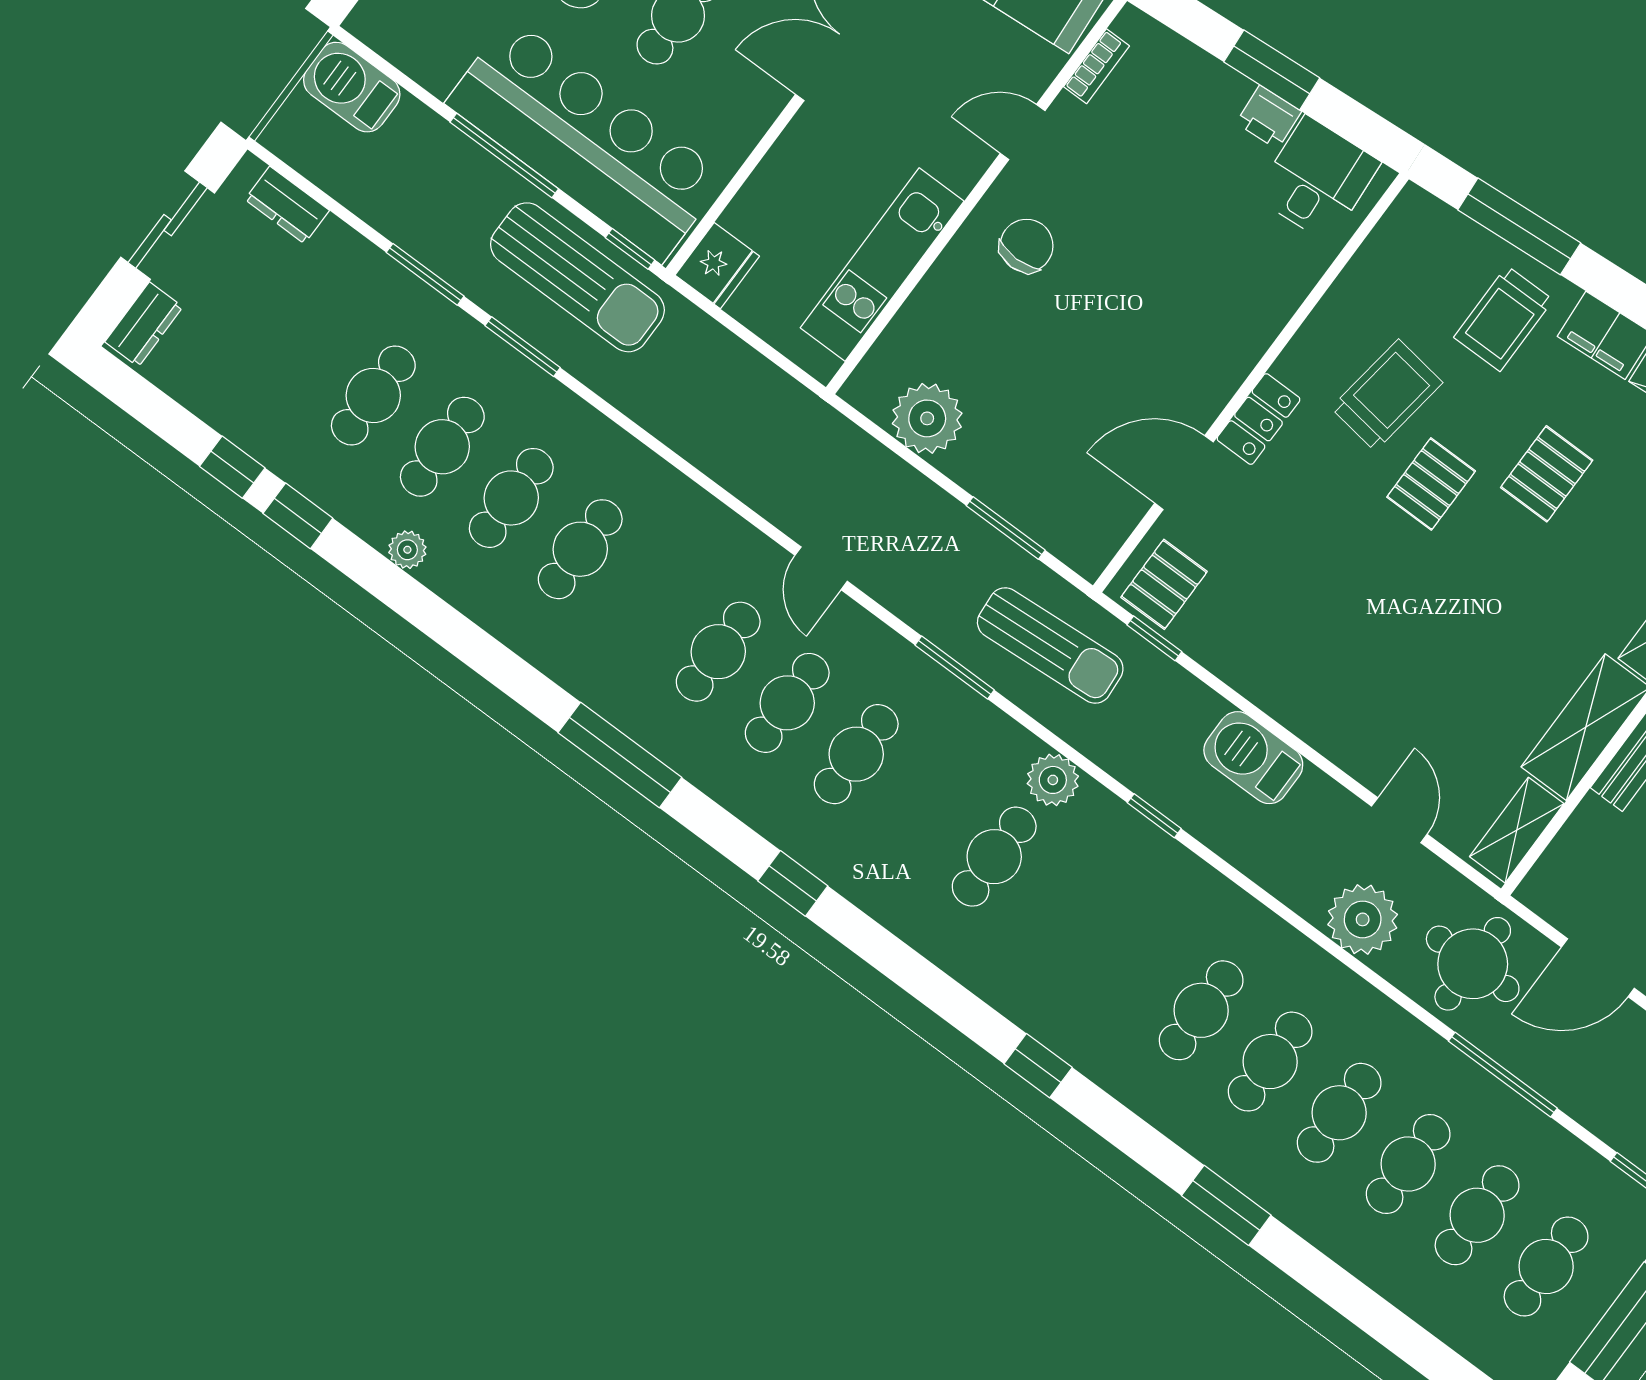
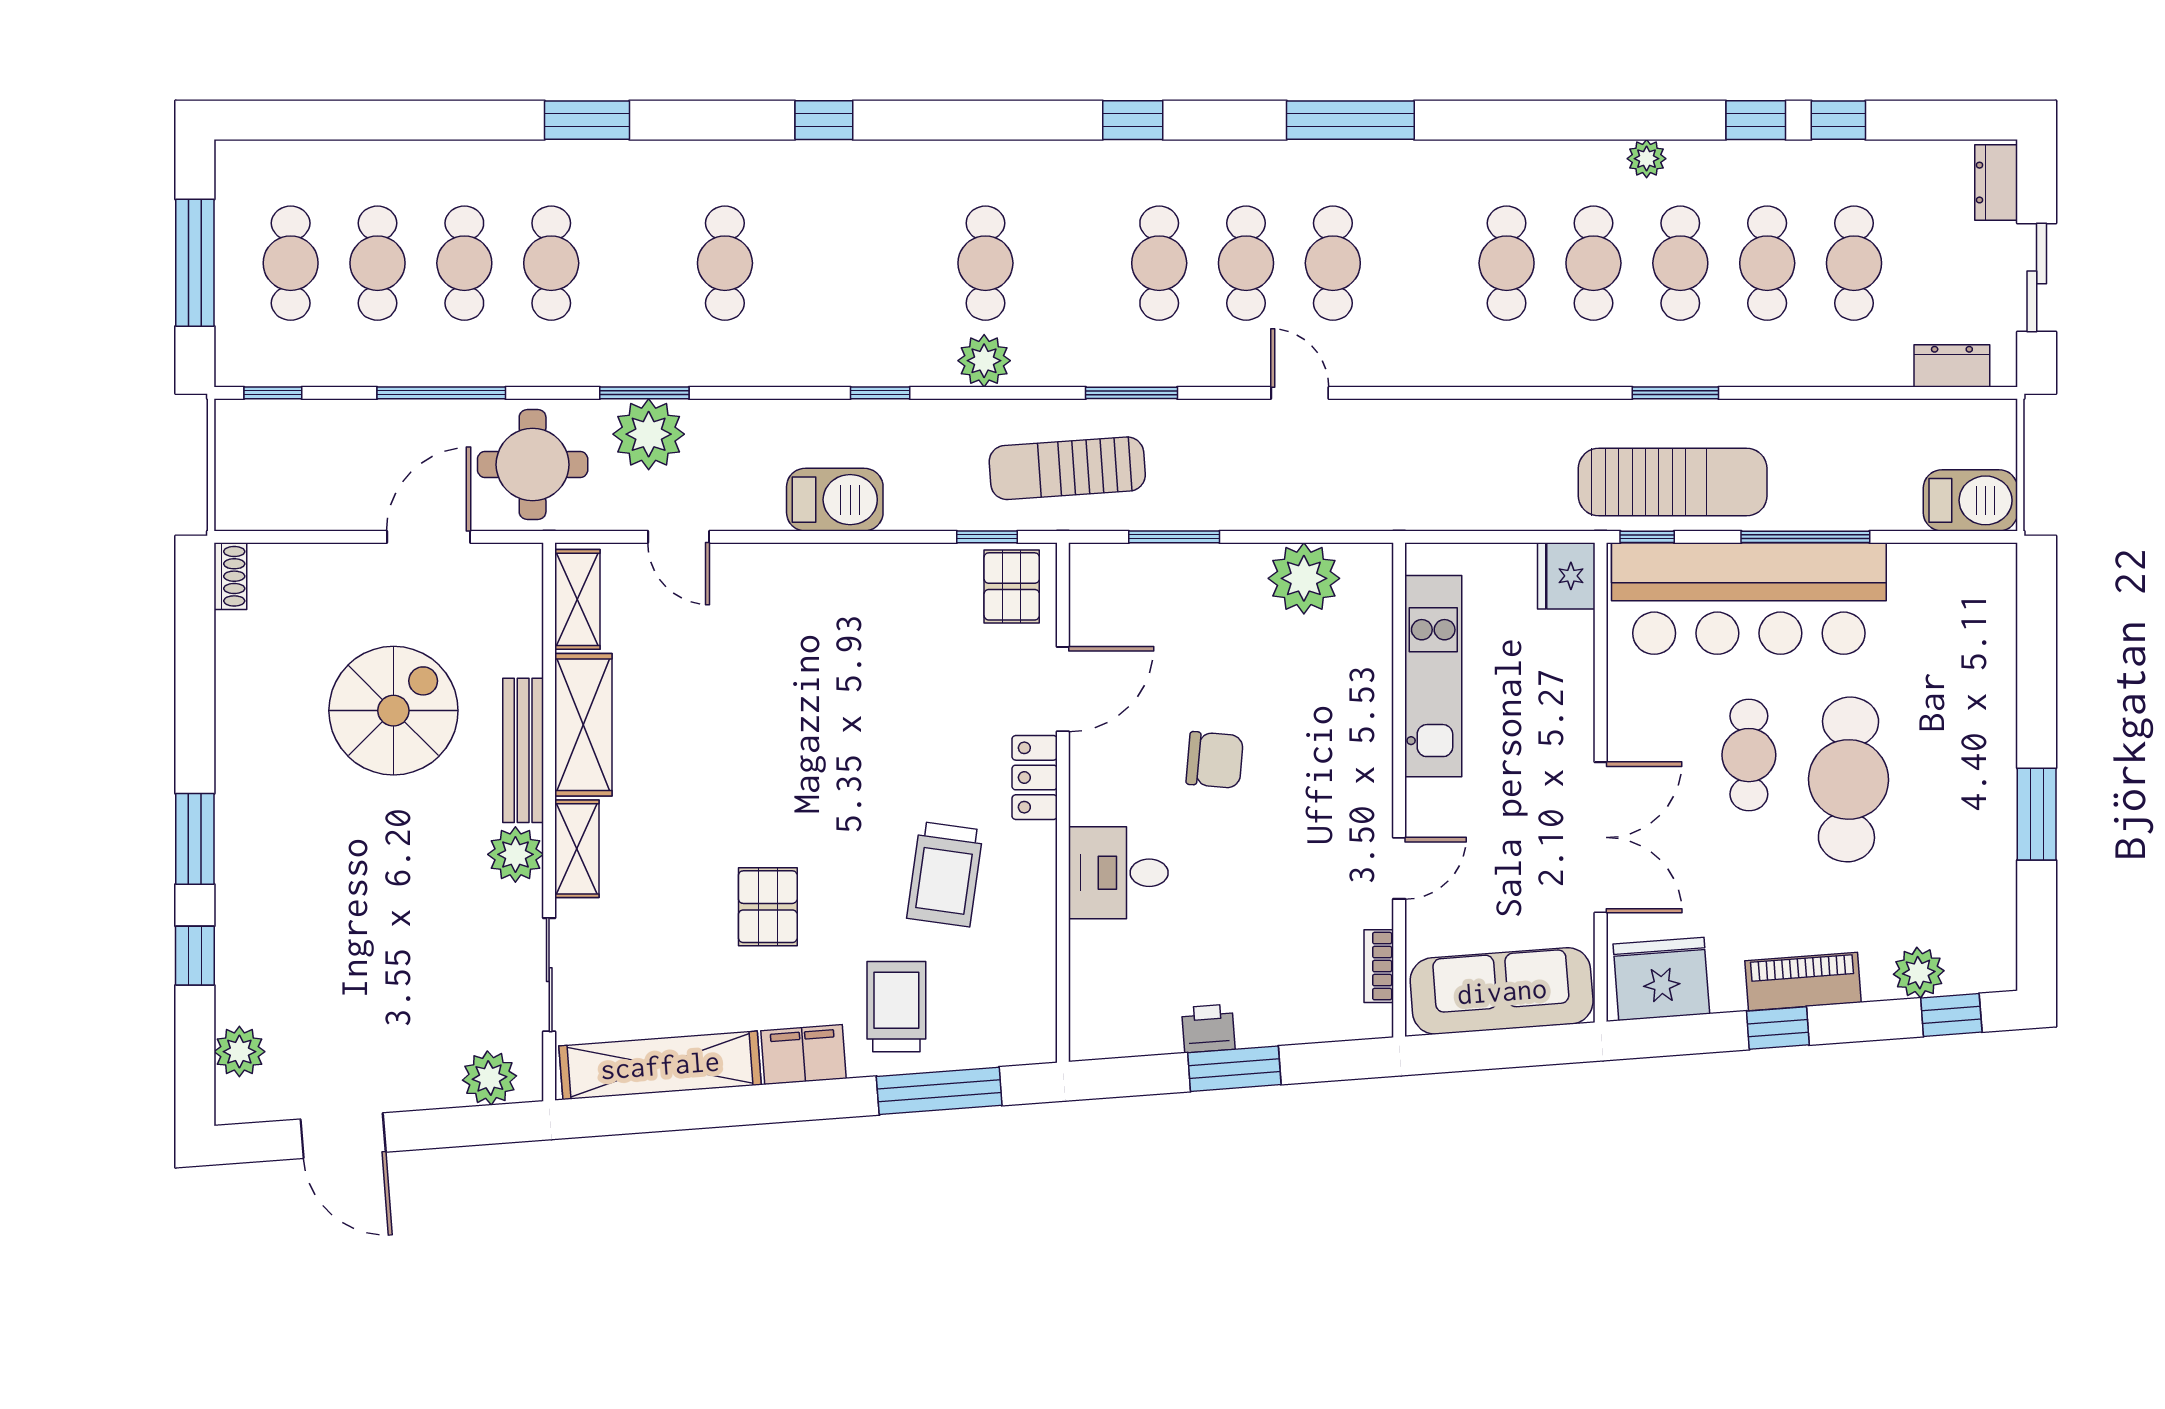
desk: (1317, 179) -> (1118, 873), moved, turned 94
chair: (1027, 246) -> (1215, 760), moved, turned -85
window: (425, 274) -> (644, 393), moved
sun lounger: (577, 277) -> (1673, 482), turned 180
pallet: (1431, 484) -> (855, 829), removed
cafe table: (1270, 1062) -> (1854, 263), moved

